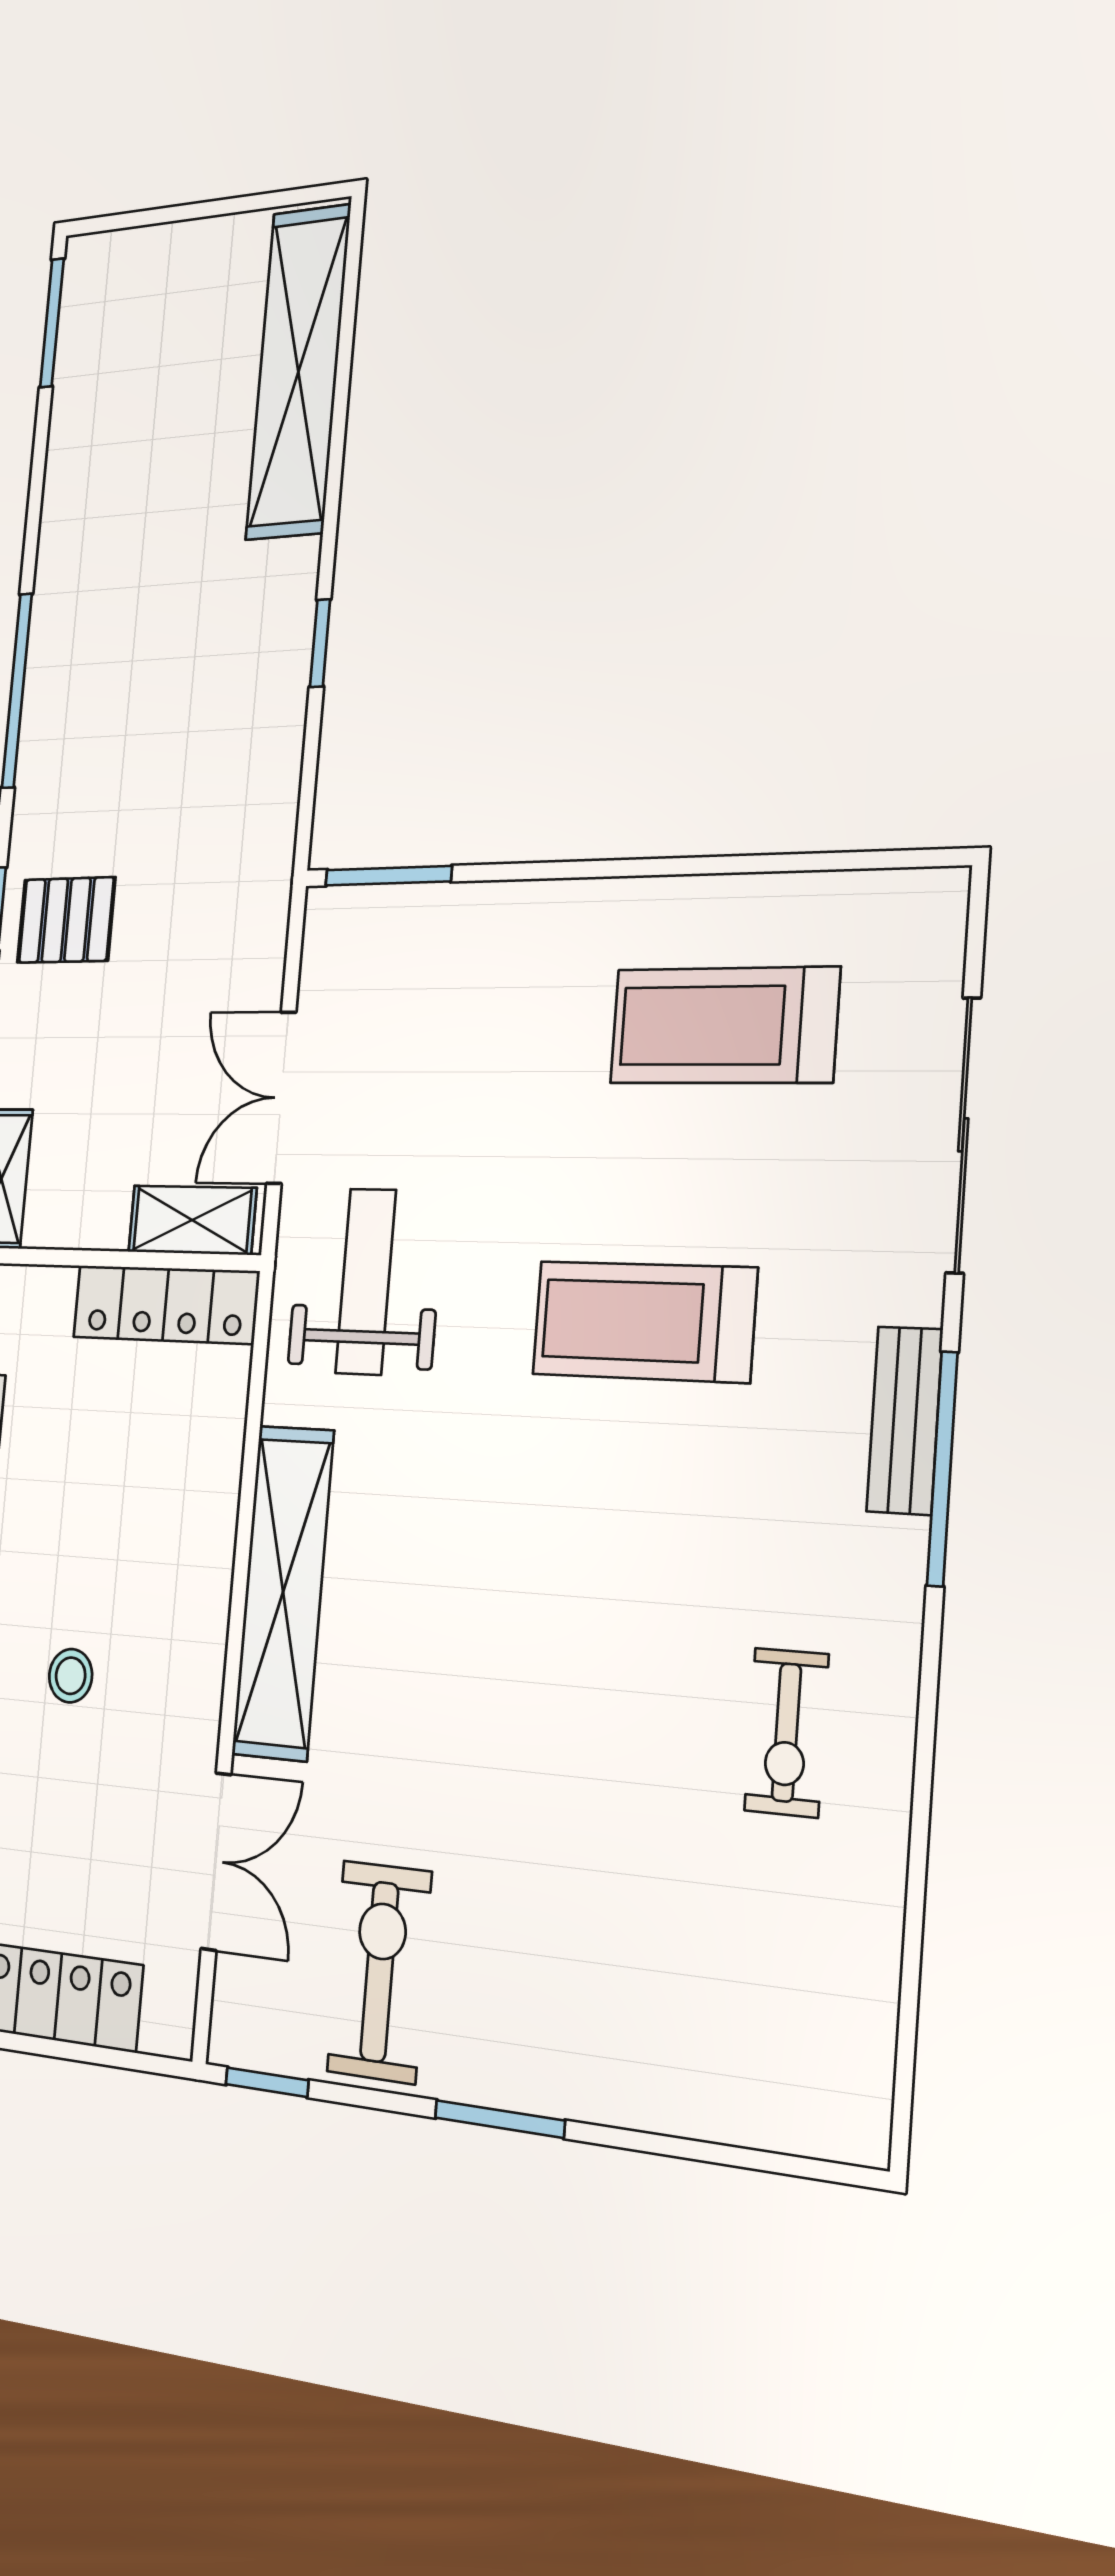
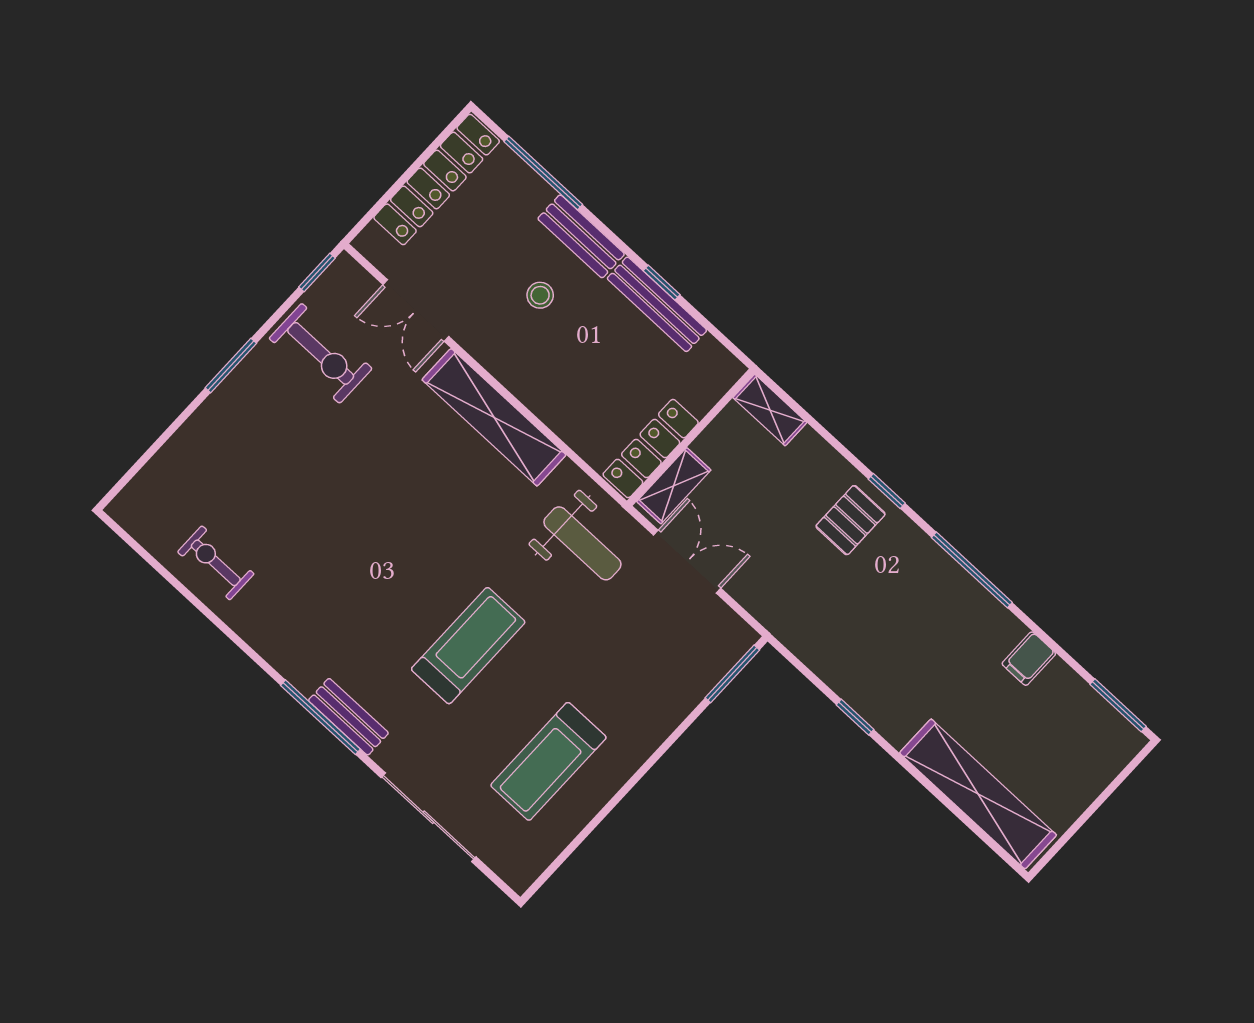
filing cabinet: (75, 497) -> (1029, 659), added
treadmill: (724, 1025) -> (548, 761), turned 180
exercise bike: (787, 1732) -> (216, 563), moved

